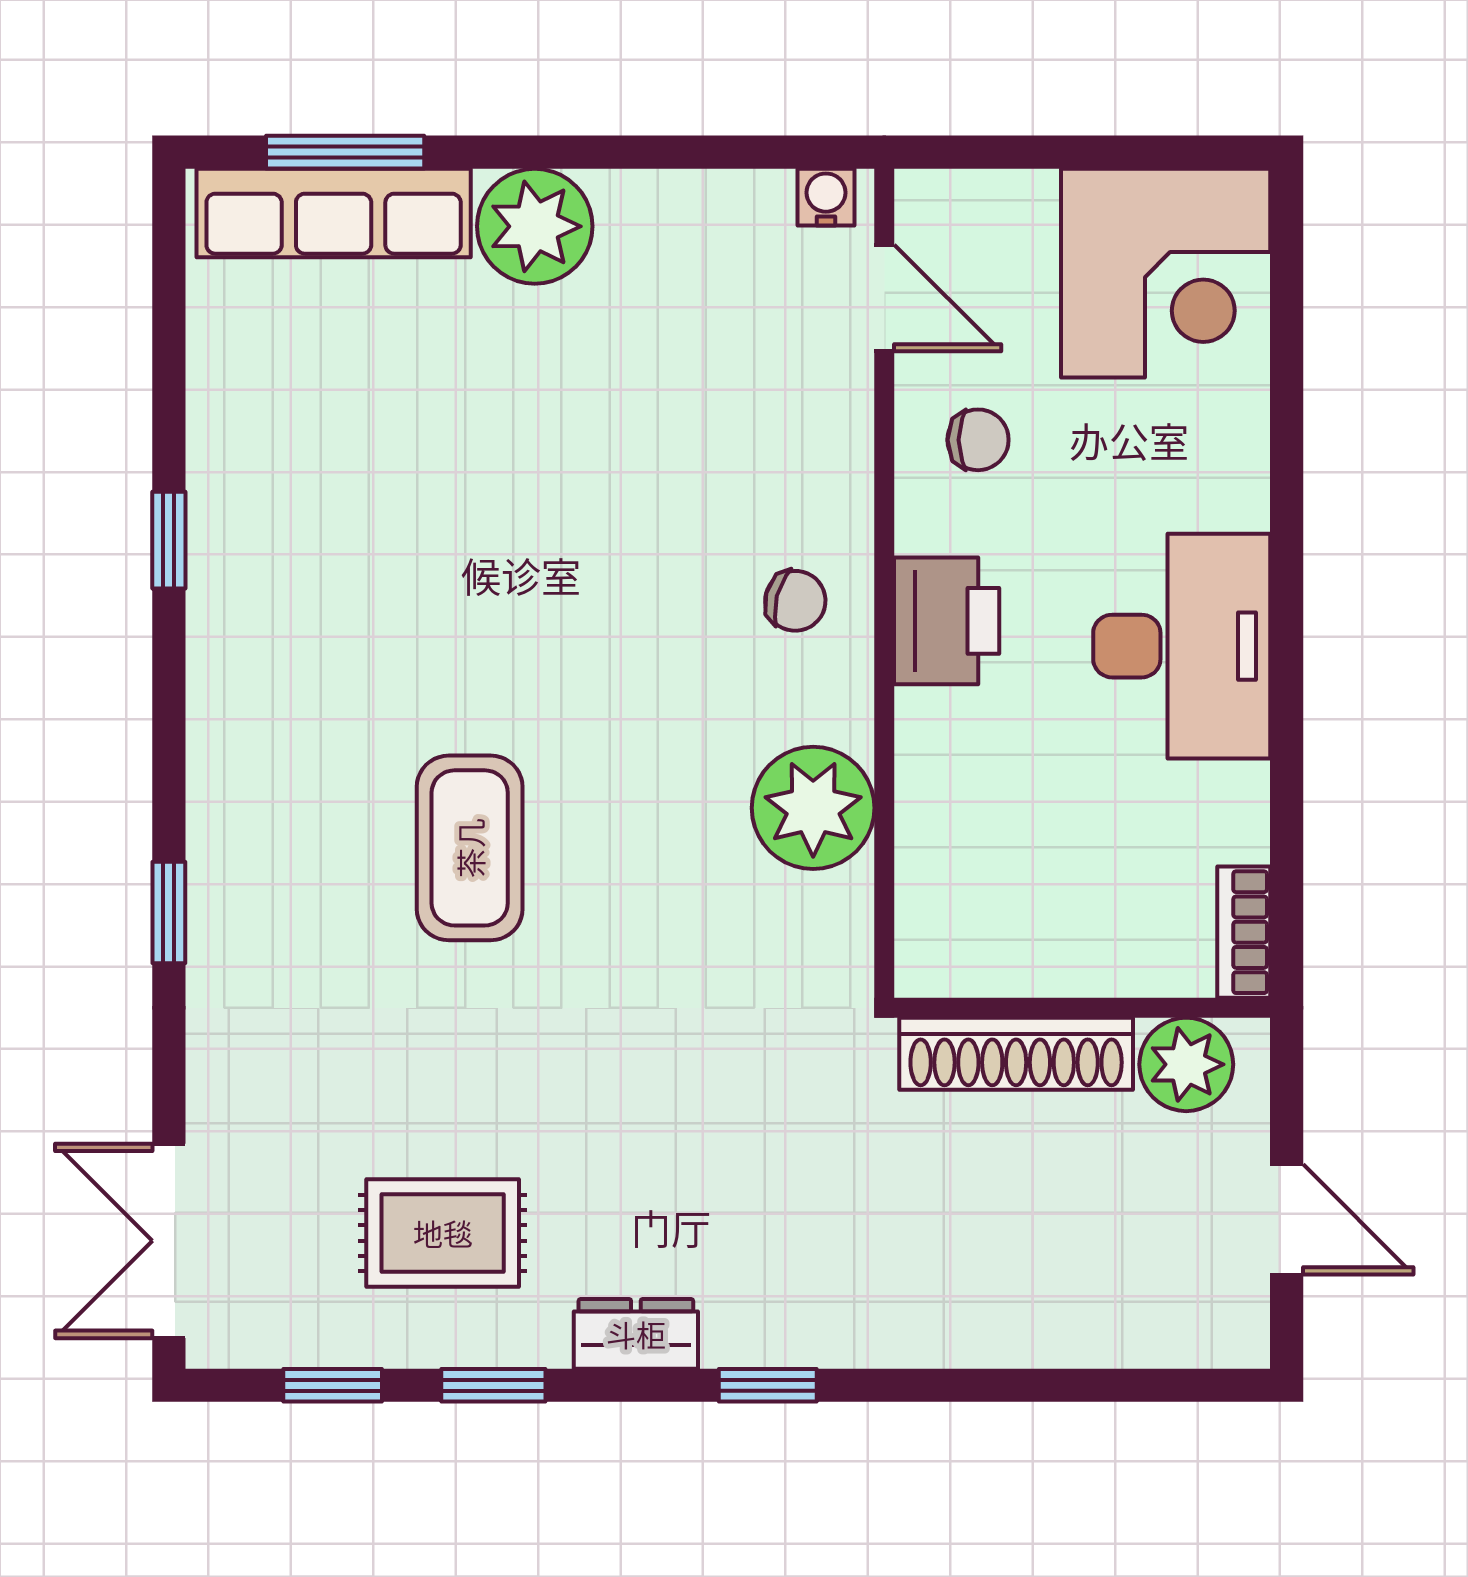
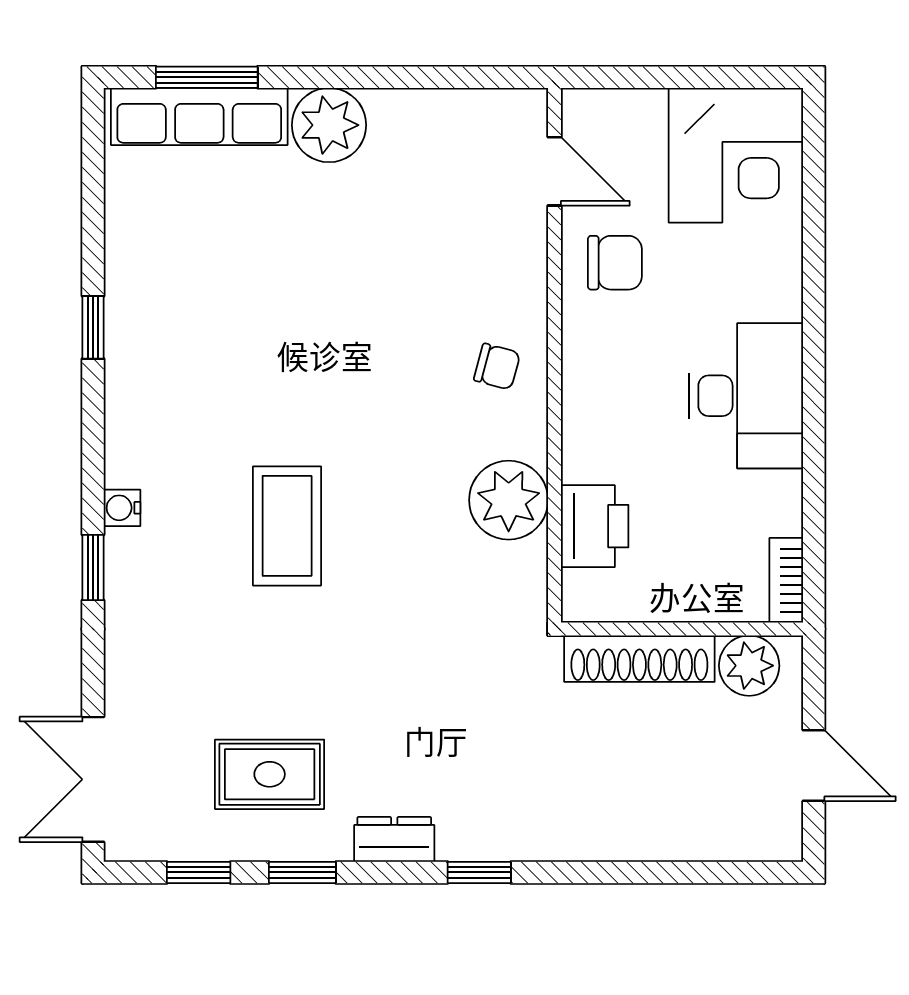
water cooler: (826, 197) -> (122, 508), moved, turned -90
chair: (978, 440) -> (615, 263), width x1.37, depth x1.37
printer: (947, 621) -> (595, 526), moved

